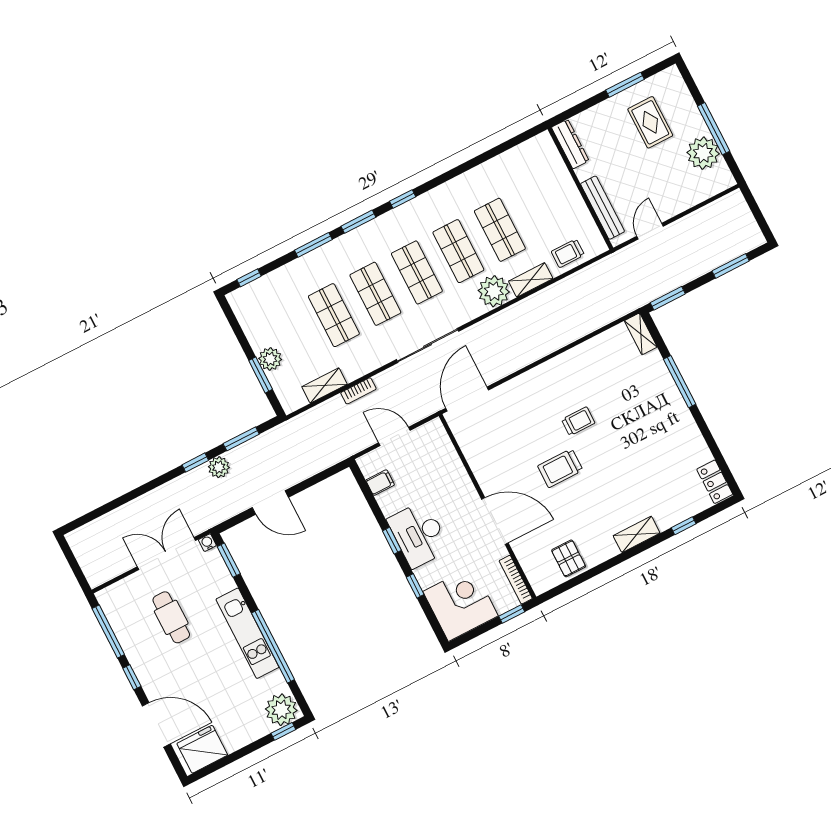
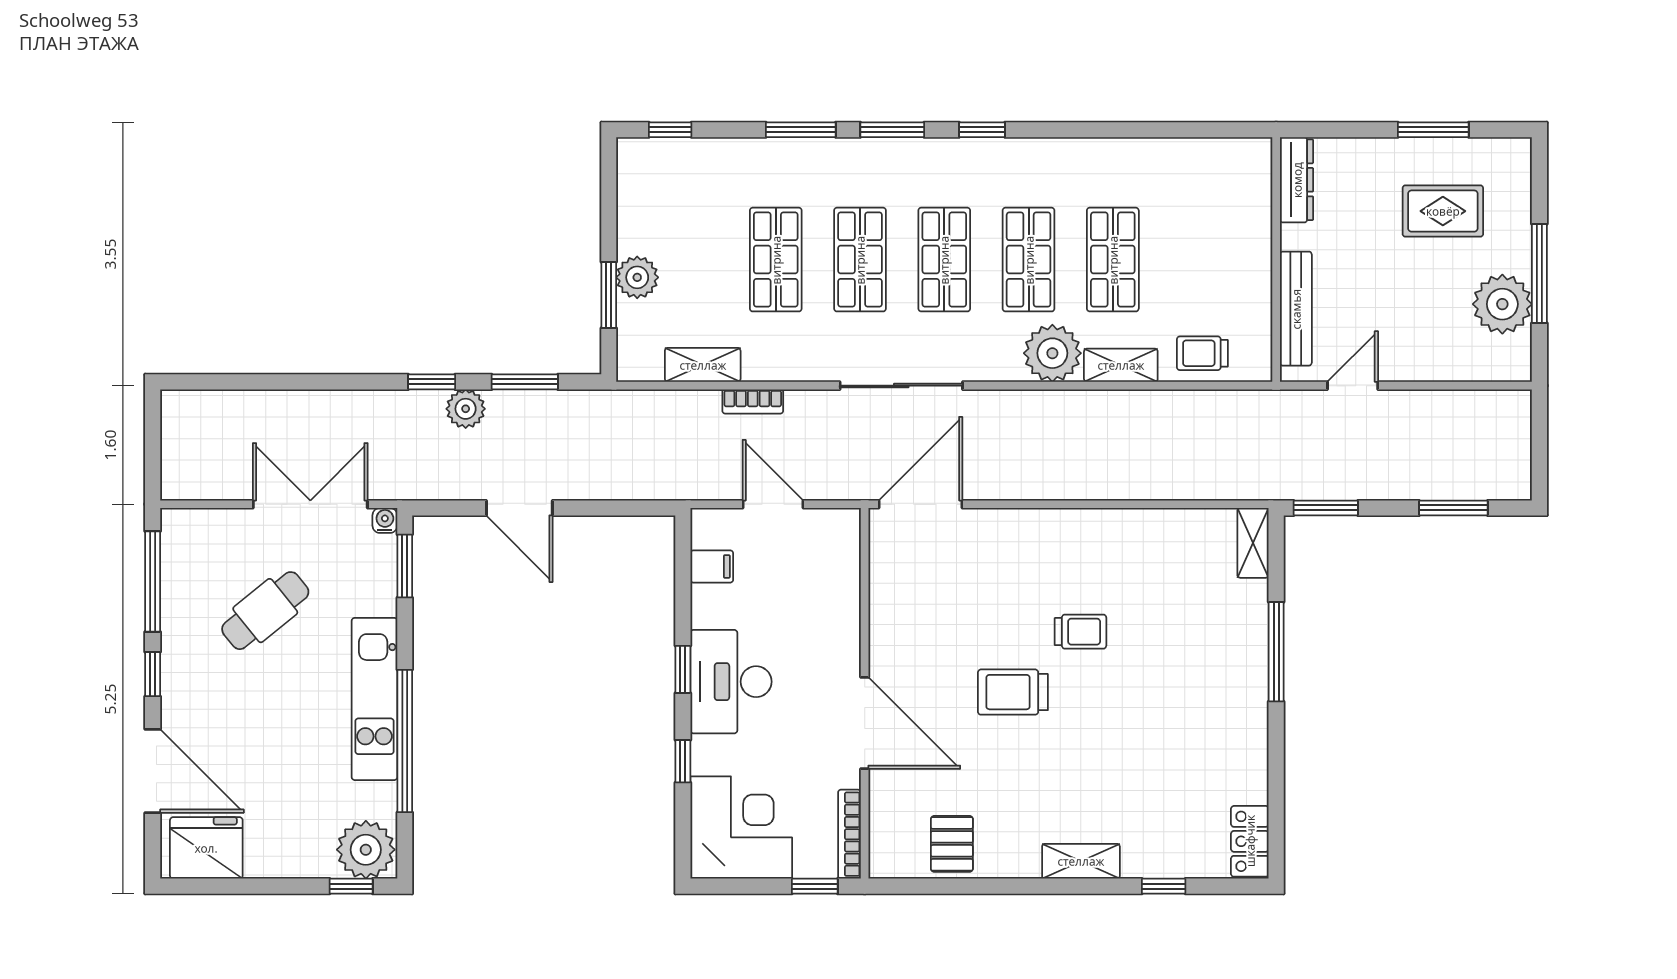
rug: (650, 122) -> (1443, 211), turned 90
cafe table: (171, 617) -> (265, 611), turned 51

